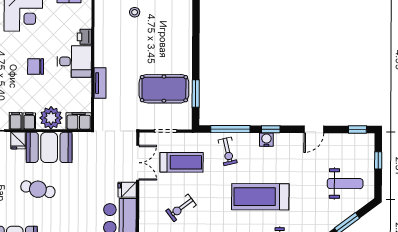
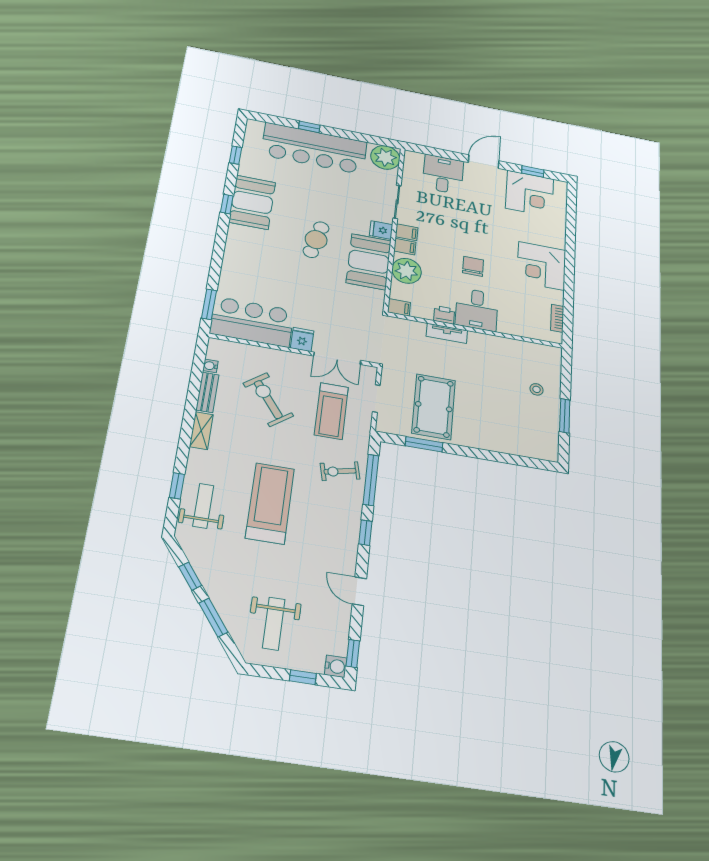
printer: (84, 37) -> (444, 315), moved
filing cabinet: (79, 121) -> (399, 307), width x0.50
water cooler: (266, 140) -> (336, 666), moved
exercise bike: (181, 208) -> (268, 400), width x1.38, depth x1.39

